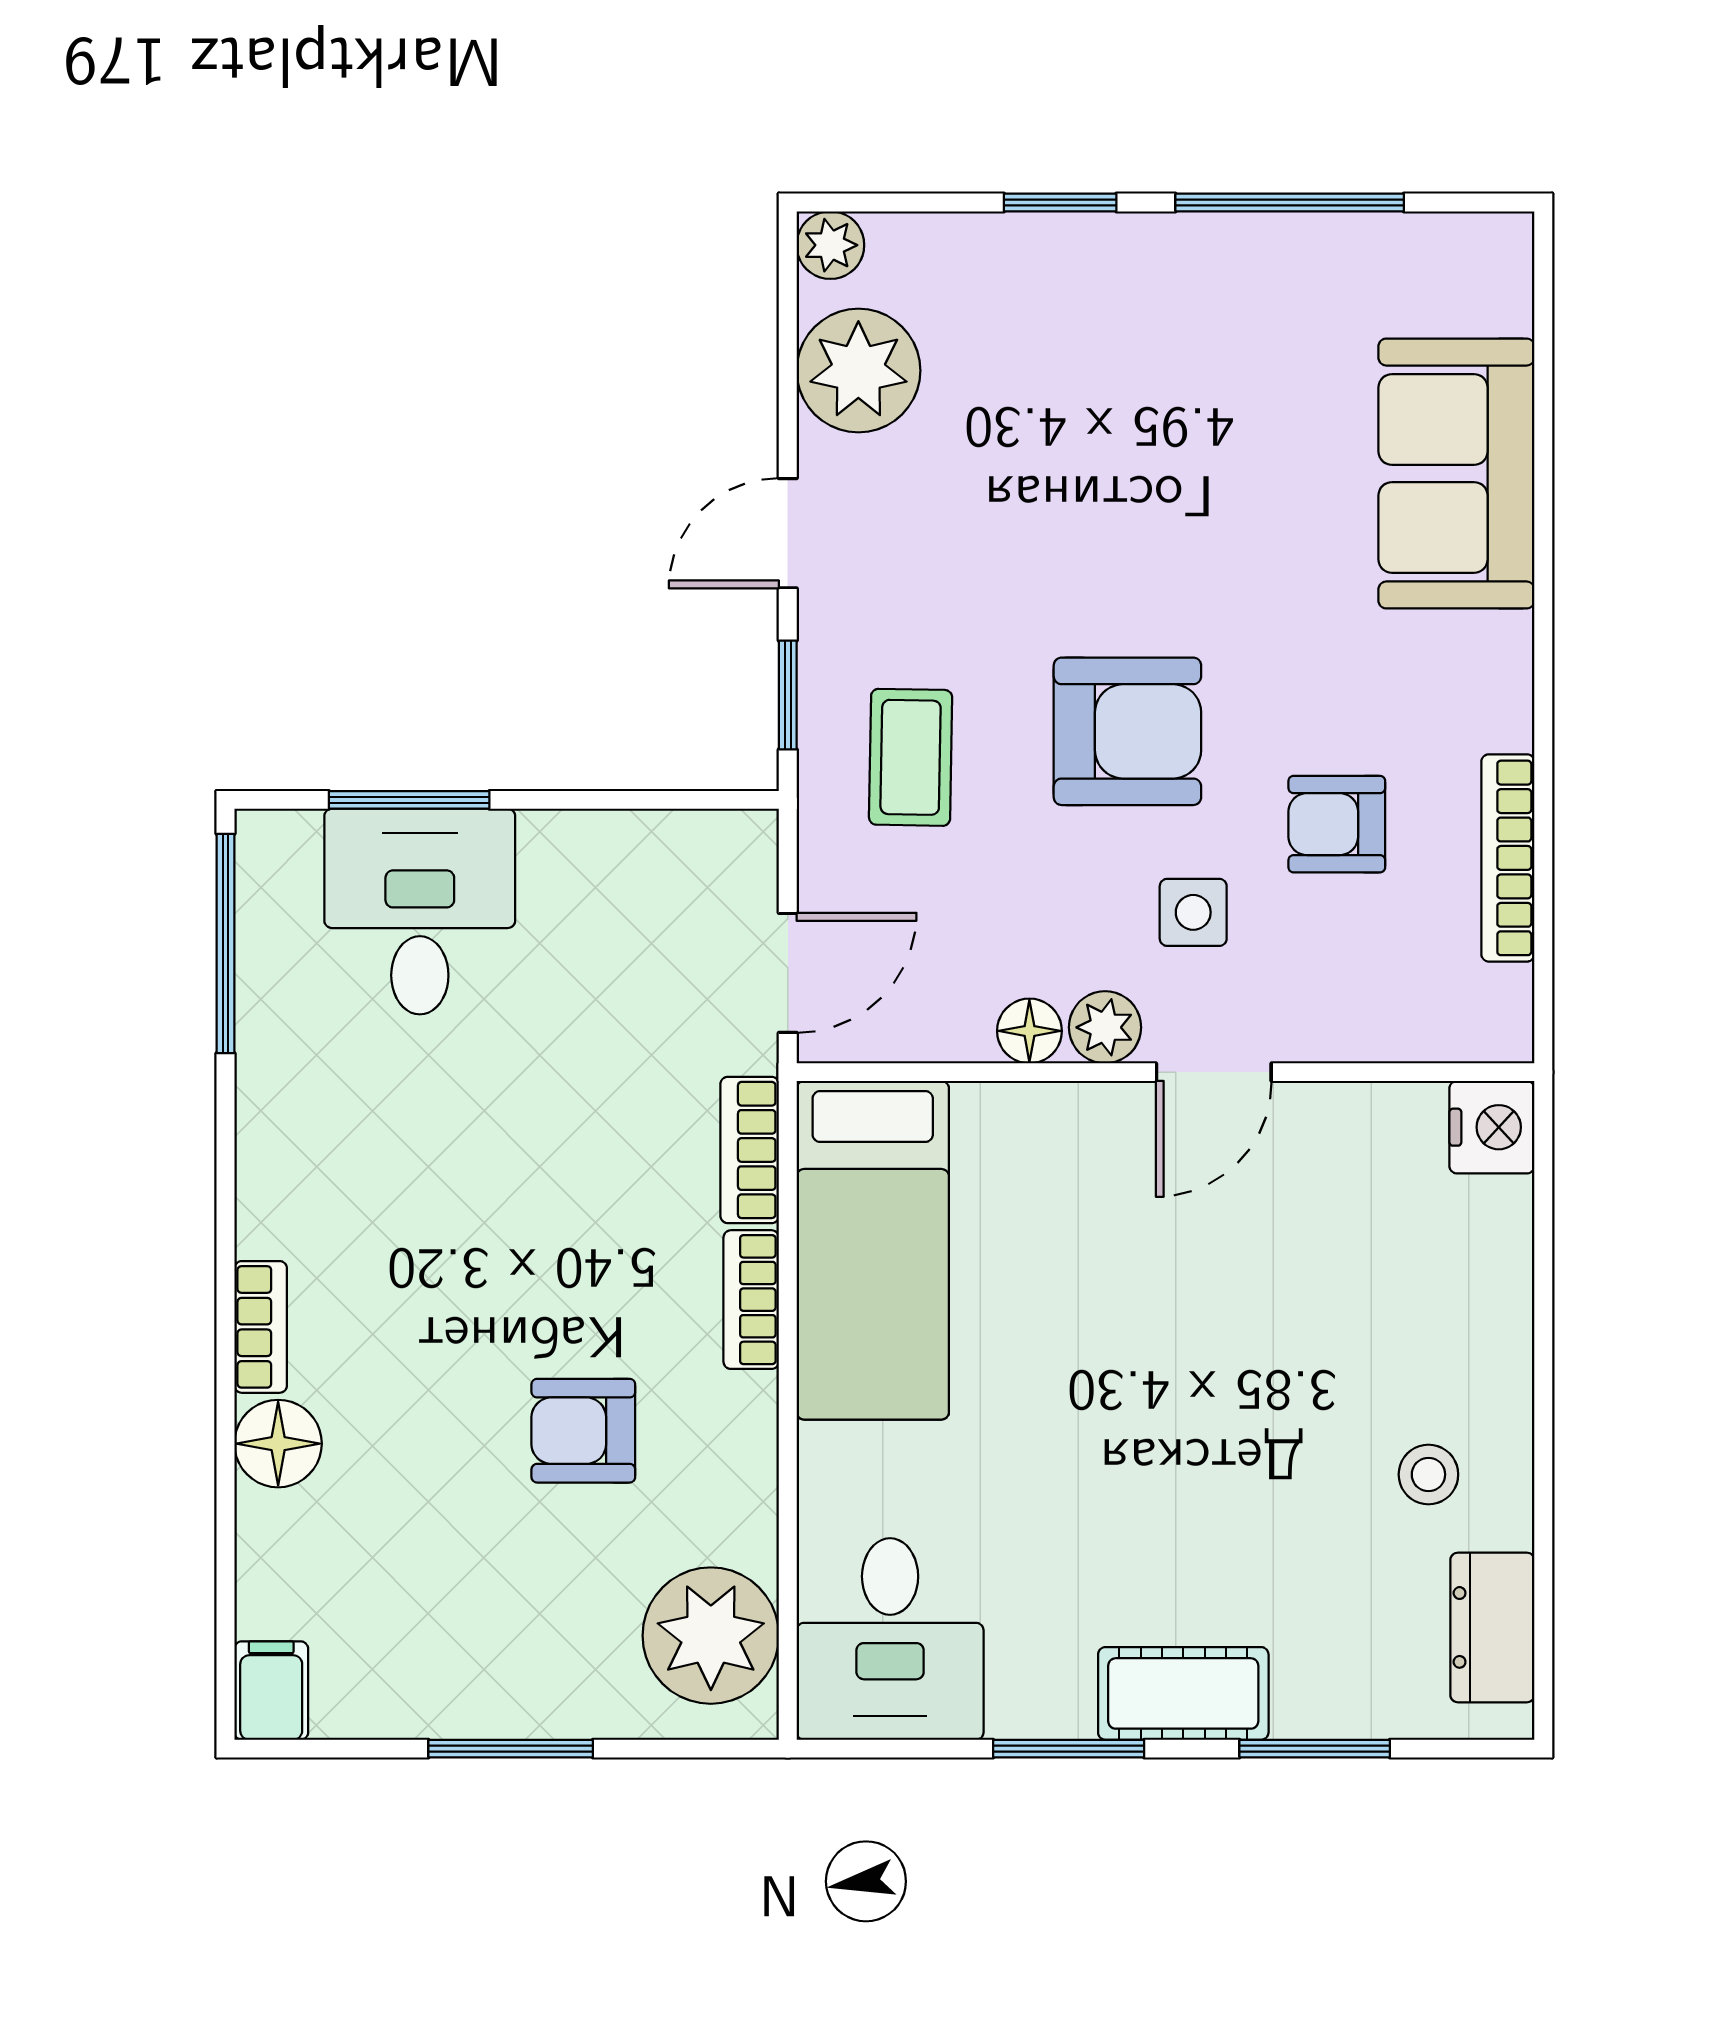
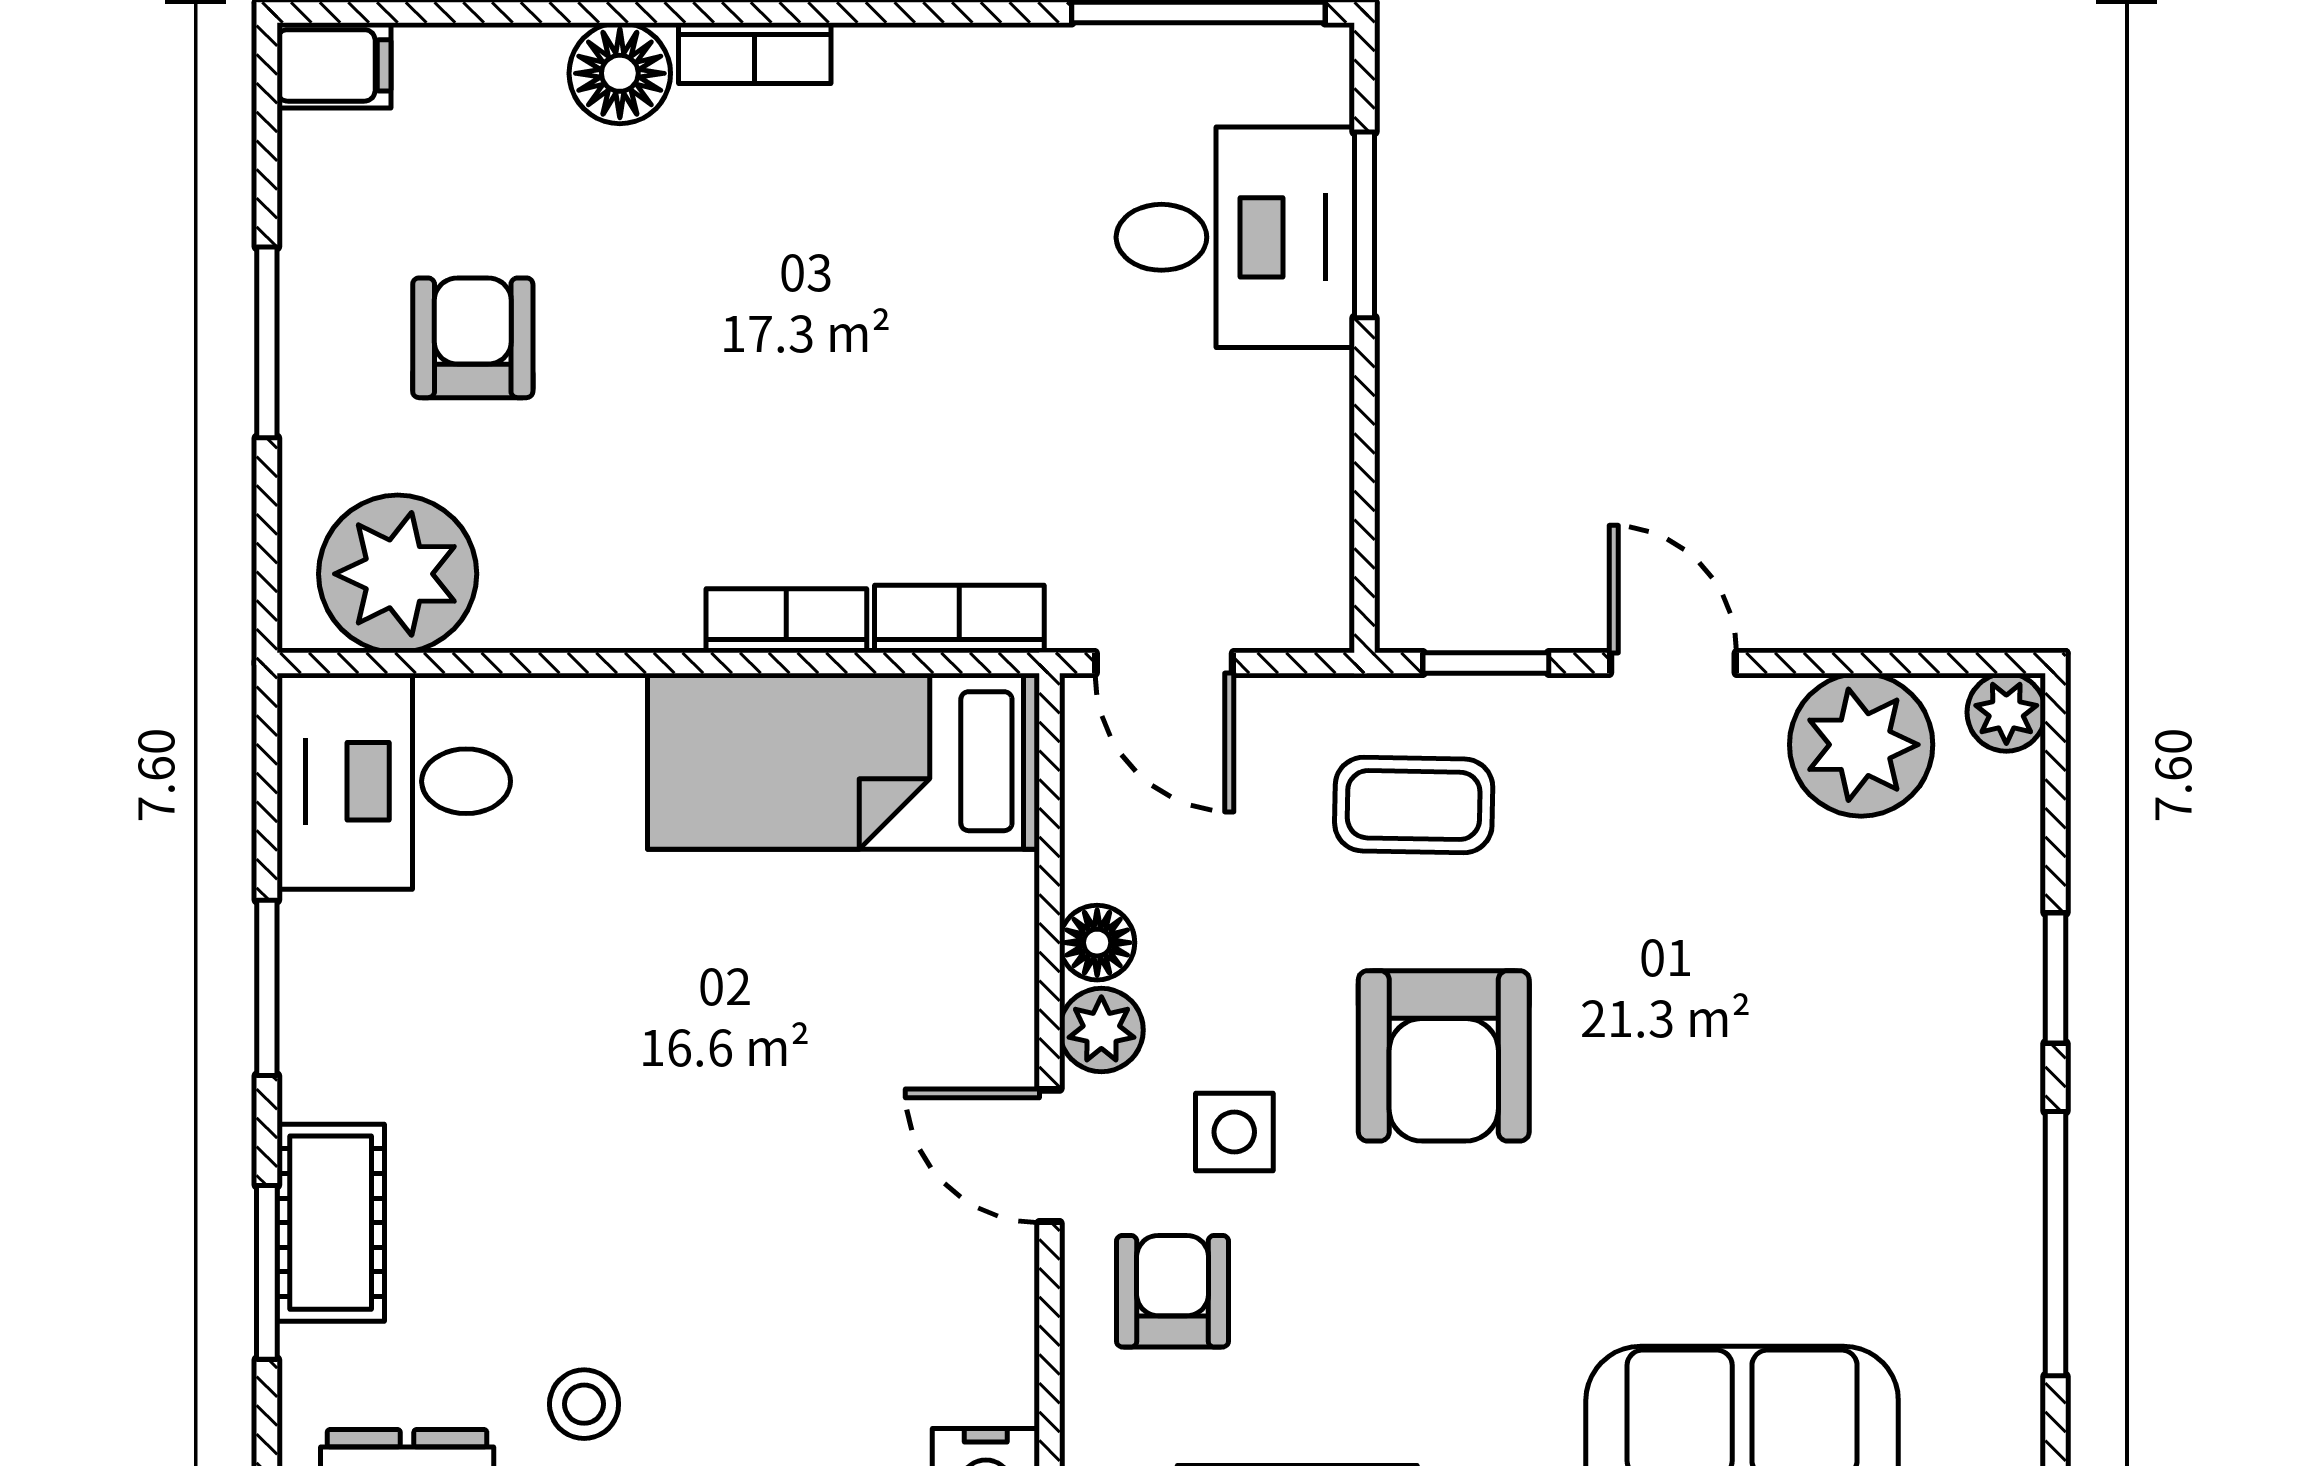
armchair: (1337, 824) -> (1173, 1291), moved
armchair: (583, 1431) -> (473, 338), moved
cot: (1183, 1693) -> (331, 1223), moved

